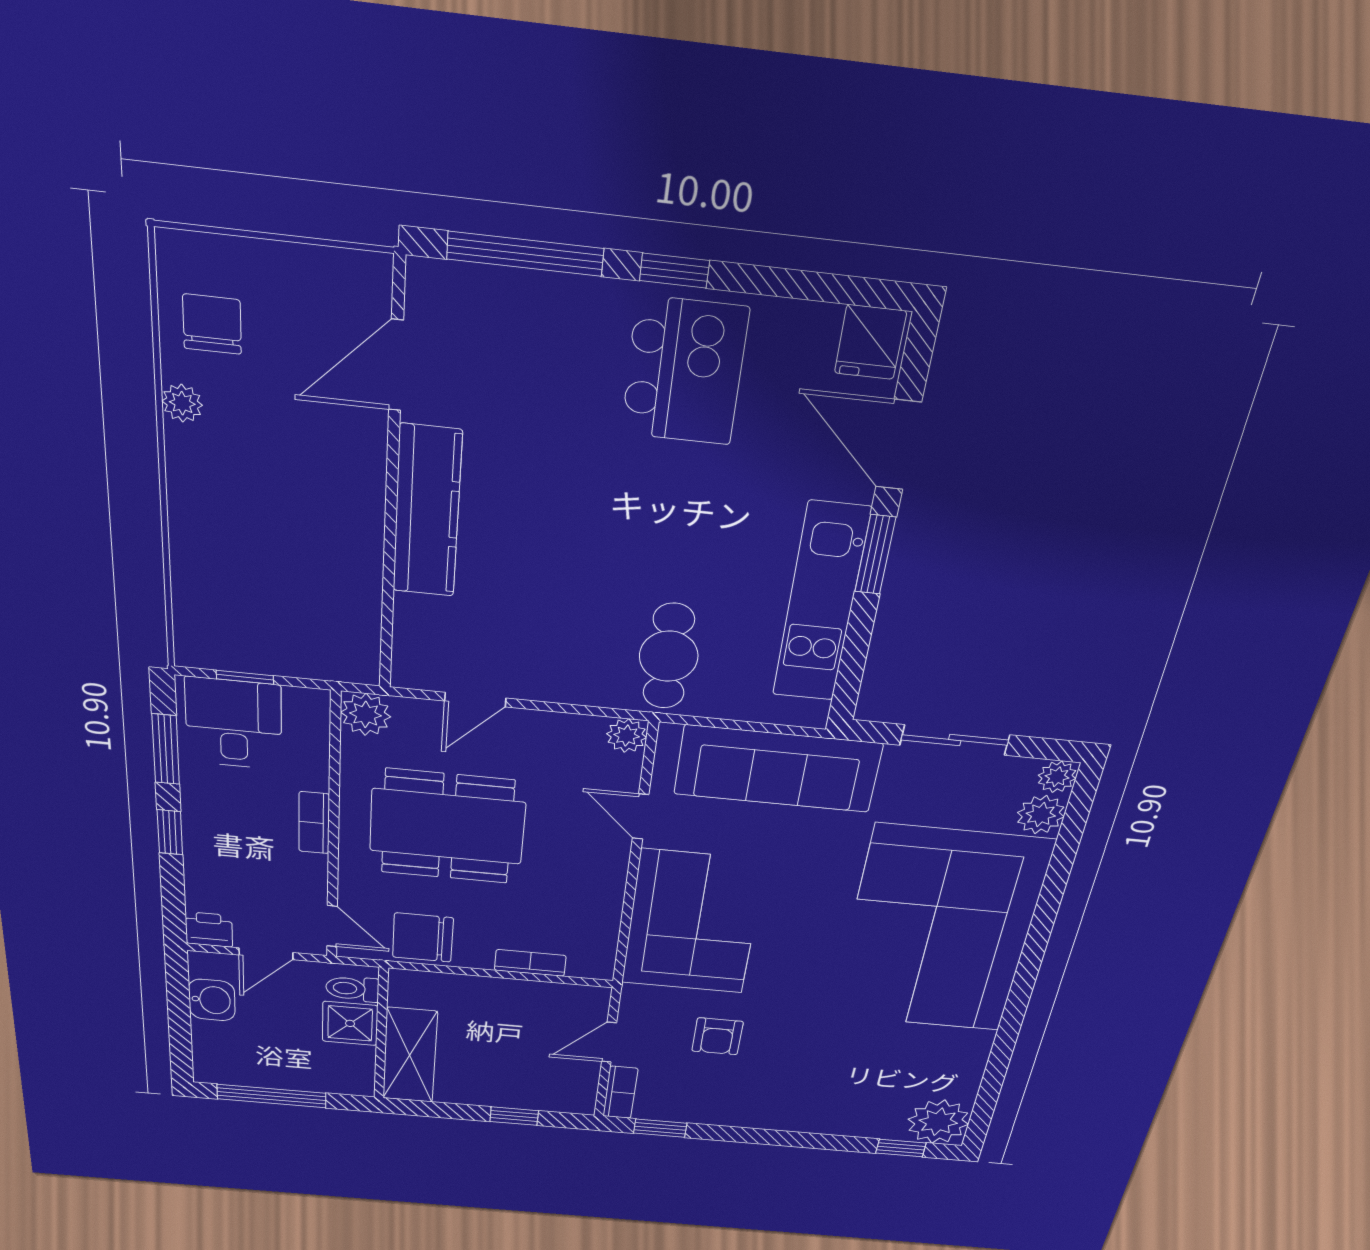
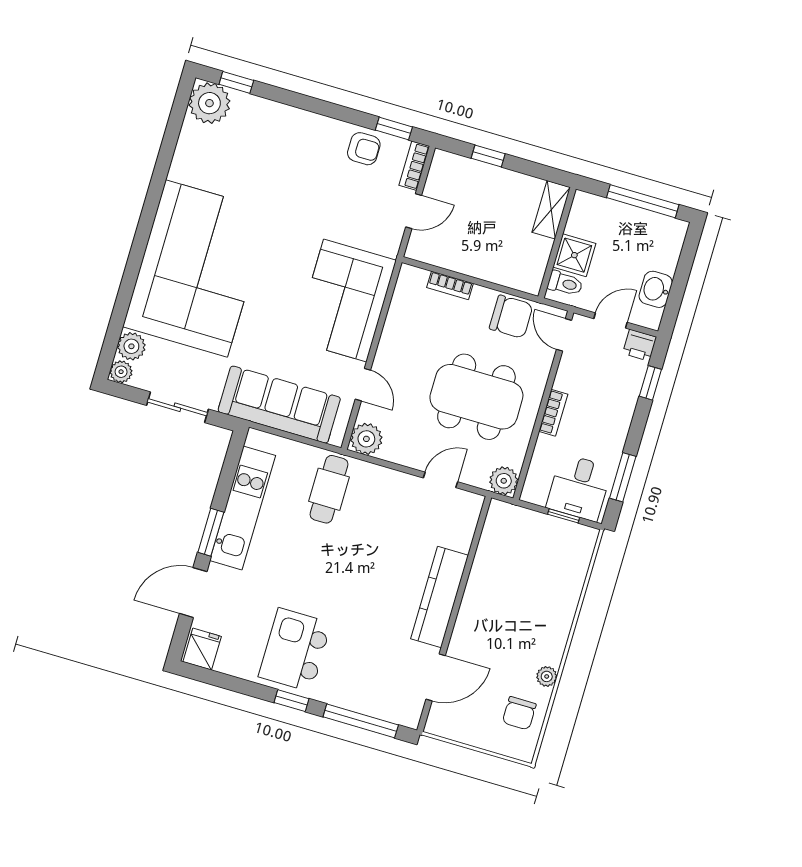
door: (898, 445) -> (193, 593), swing flipped
plant: (627, 736) -> (366, 439), width x1.38, depth x1.38
window: (170, 832) -> (650, 383), moved
armchair: (717, 1036) -> (364, 149), moved, turned 90
shelving: (410, 1055) -> (551, 210), width x0.67, depth x0.75

